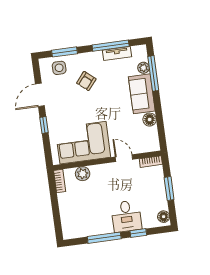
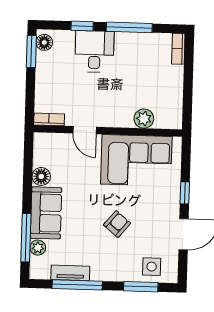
armchair: (86, 81) -> (117, 224), moved
bookcase: (60, 181) -> (178, 49), moved
window: (169, 189) -> (31, 52), moved

